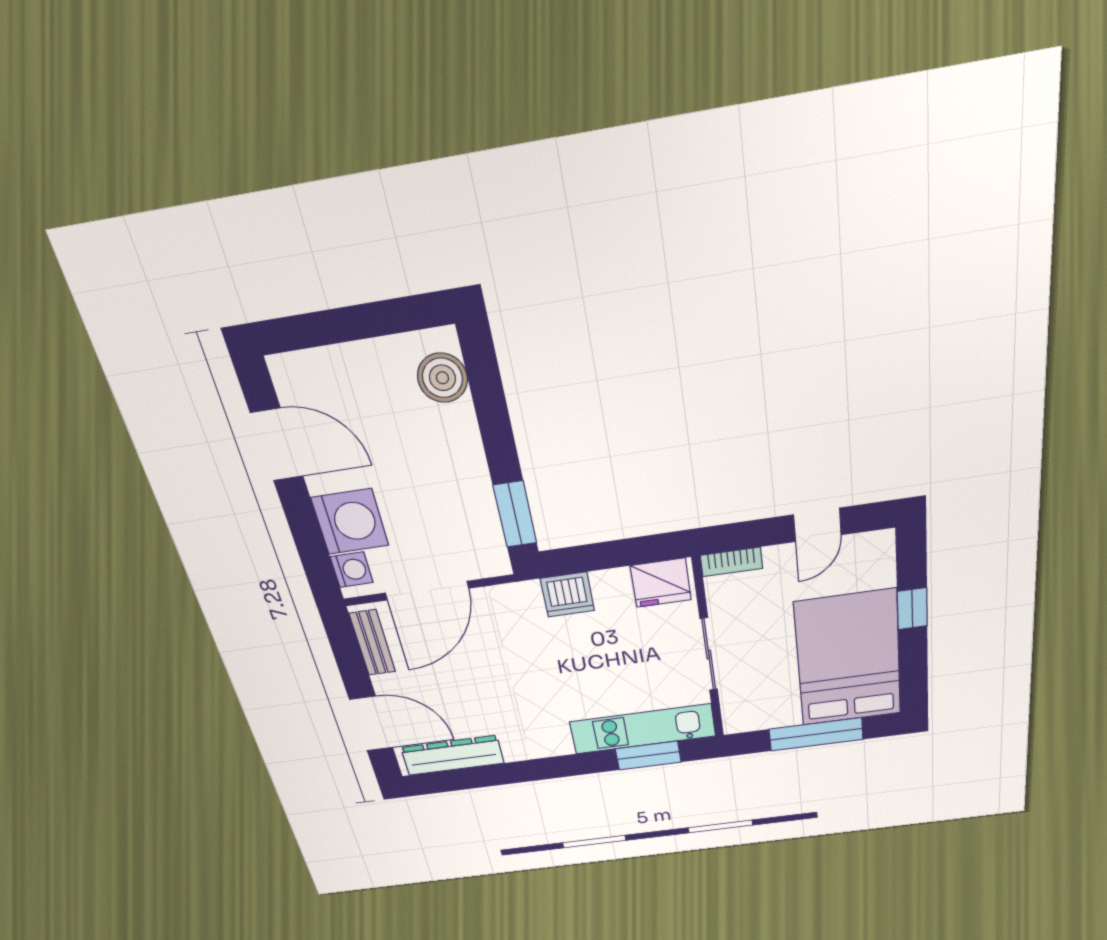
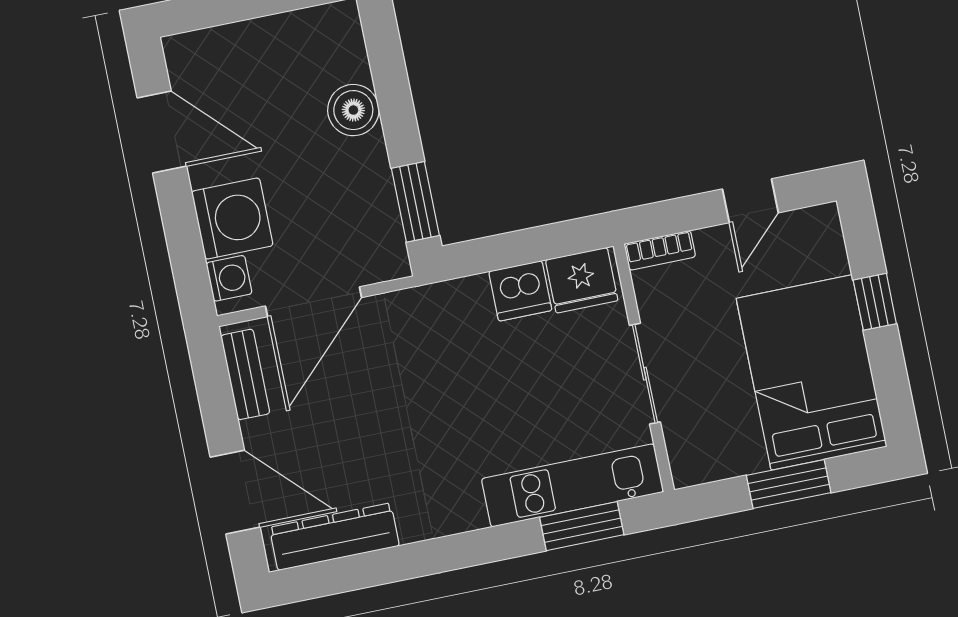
boiler: (442, 378) -> (353, 110), moved
dishwasher: (567, 595) -> (520, 291), moved
window: (816, 734) -> (789, 484), width x0.69

